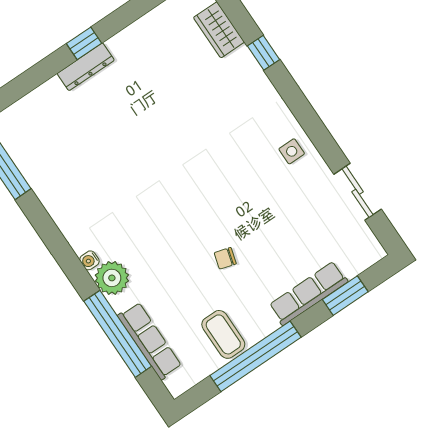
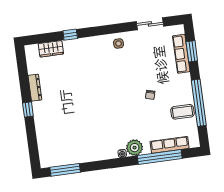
dresser: (86, 67) -> (35, 88), moved
row of seats: (308, 293) -> (181, 54), moved

